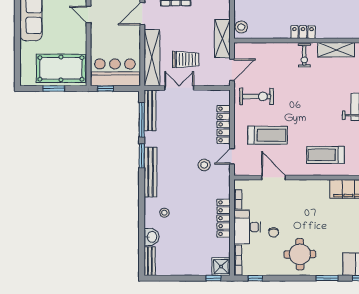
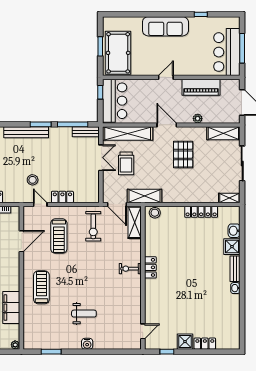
shelving: (336, 50) -> (135, 222), moved
bench: (150, 110) -> (86, 132), width x0.73
locker: (224, 124) -> (62, 197), width x0.66

